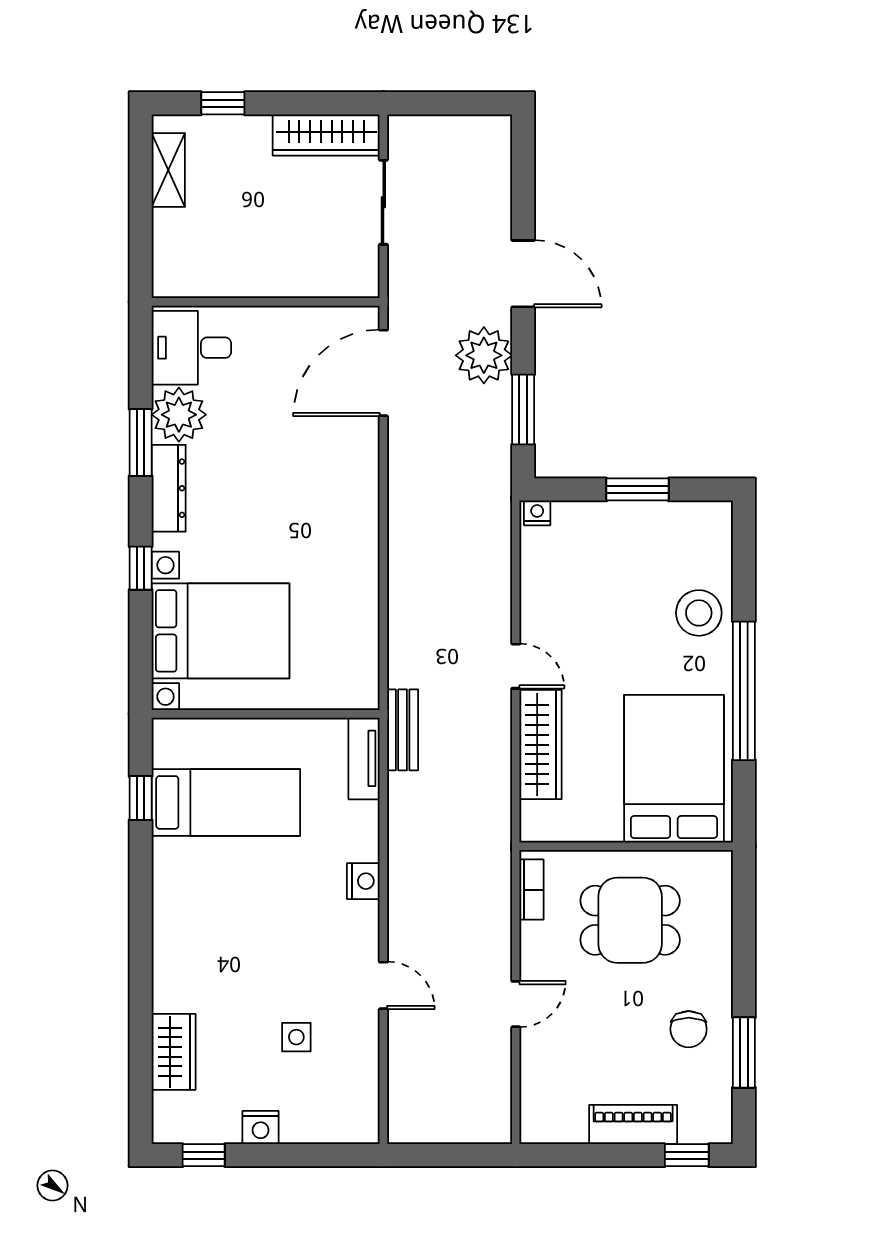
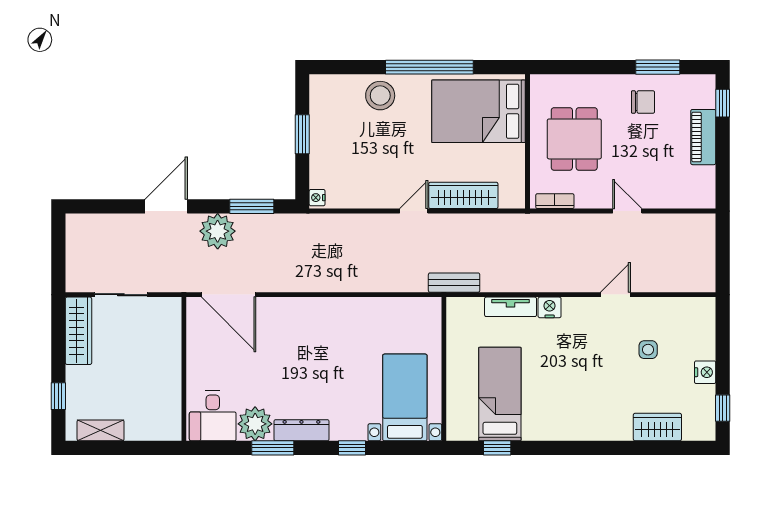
bed with nightstands: (221, 631) -> (405, 397), width x0.73
tv unit: (364, 758) -> (511, 307), moved

